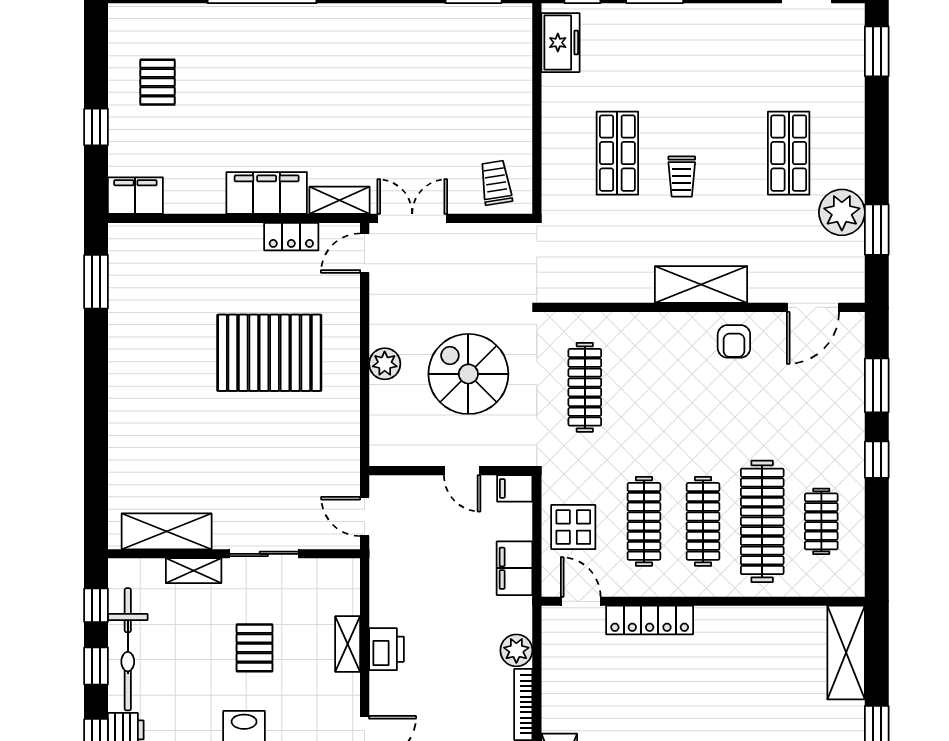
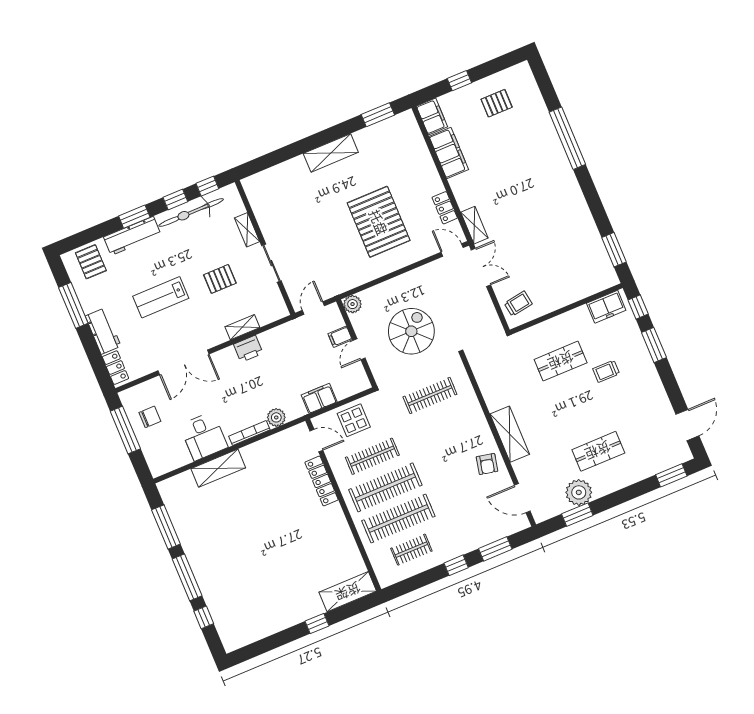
trolley: (682, 177) -> (606, 371), moved
filing cabinet: (267, 193) -> (449, 153), moved
armchair: (734, 341) -> (487, 464), turned -78
plant: (385, 364) -> (353, 304), moved
filing cabinet: (515, 488) -> (340, 337), moved, turned -90
clothes rail: (703, 521) -> (385, 487), width x1.37, depth x1.31
shelving: (167, 531) -> (331, 153), moved, turned 90
door: (581, 601) -> (316, 441), hinge flipped

